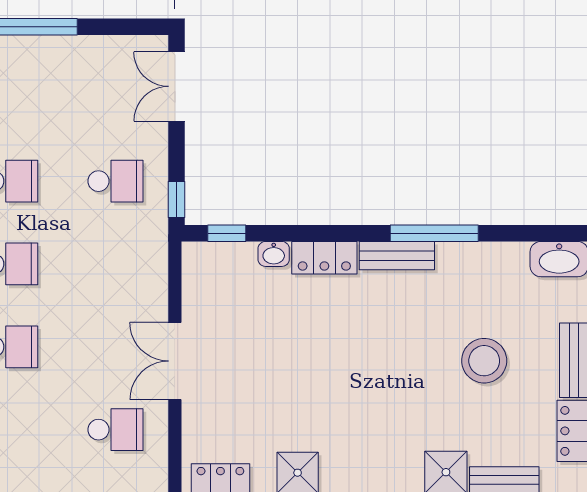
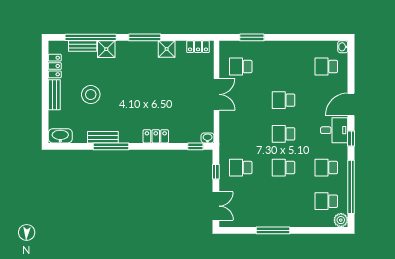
window: (177, 200) -> (216, 172), moved
washbasin: (274, 254) -> (208, 138), moved
bench: (397, 256) -> (103, 137), moved

